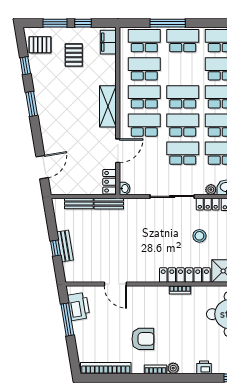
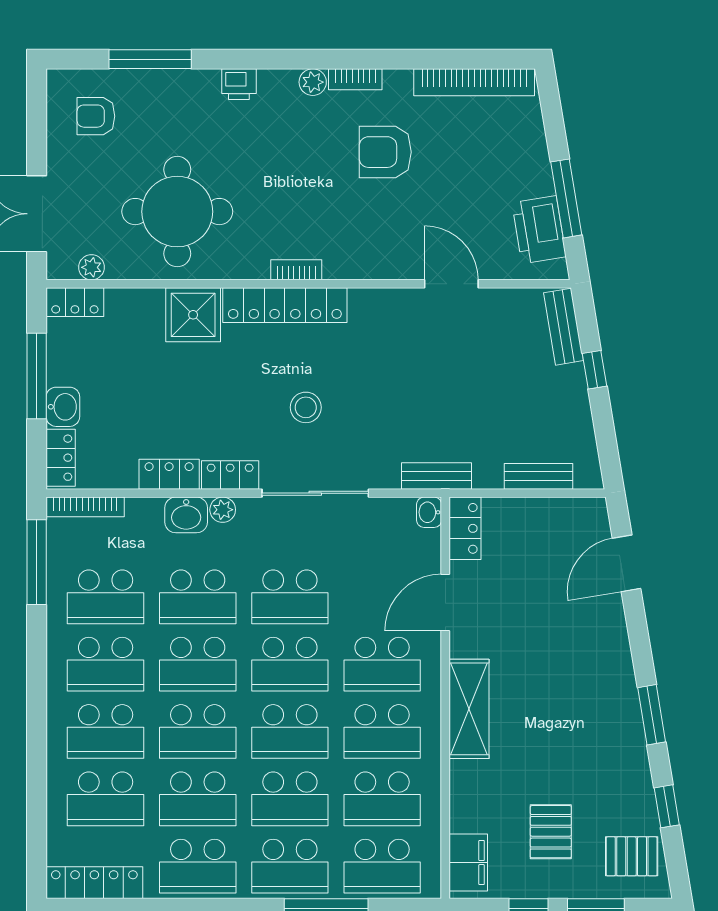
school desk: (183, 69) -> (290, 799), added
bench: (109, 204) -> (436, 476), moved
stool: (199, 236) -> (306, 407), moved
bench: (65, 246) -> (564, 327), moved

